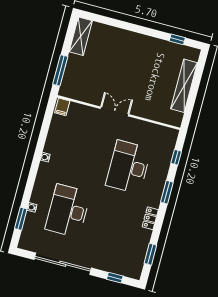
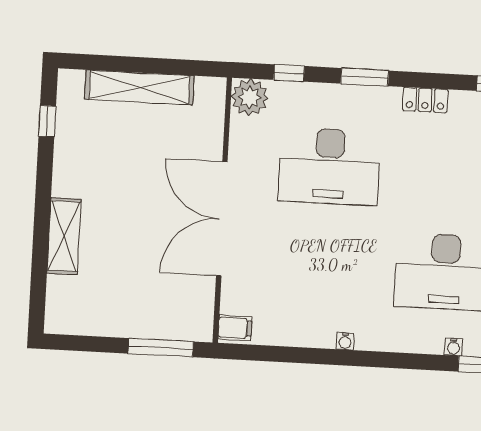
shelving: (81, 36) -> (64, 236), moved, turned 90
double door: (114, 112) -> (222, 219), width x1.87
plant: (169, 136) -> (250, 97), added

